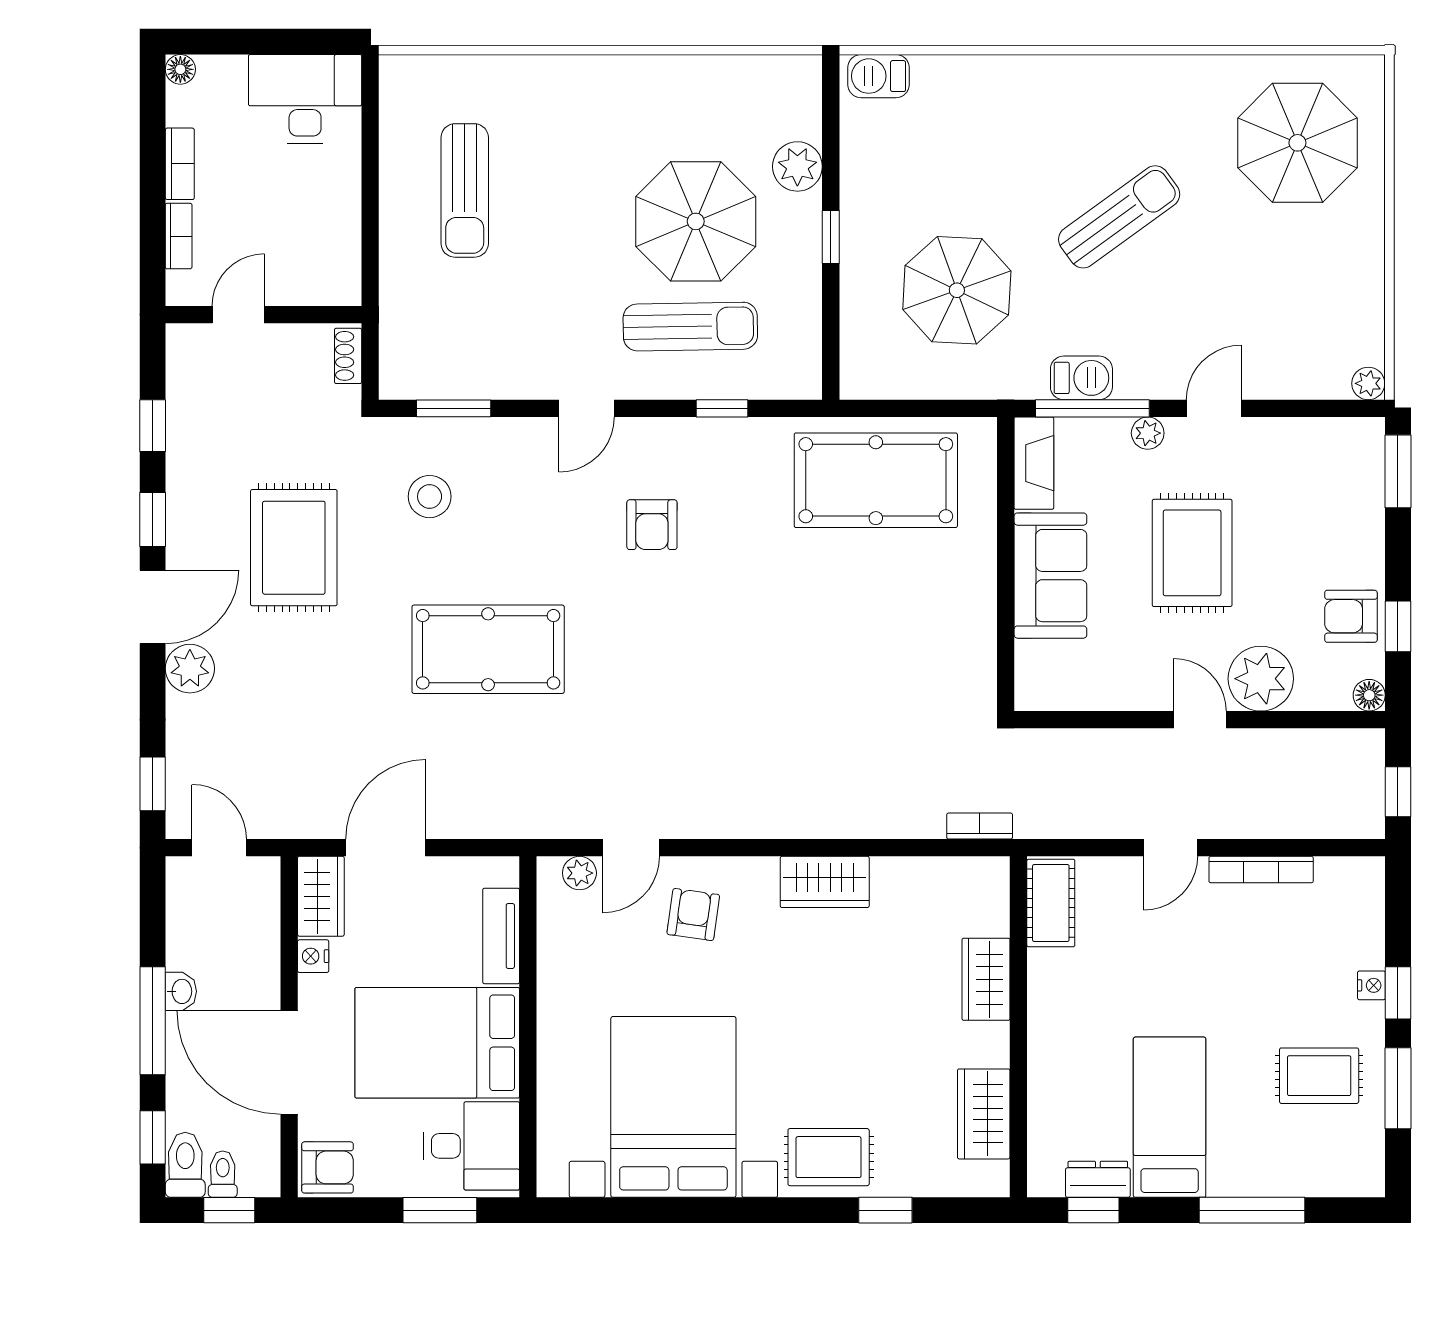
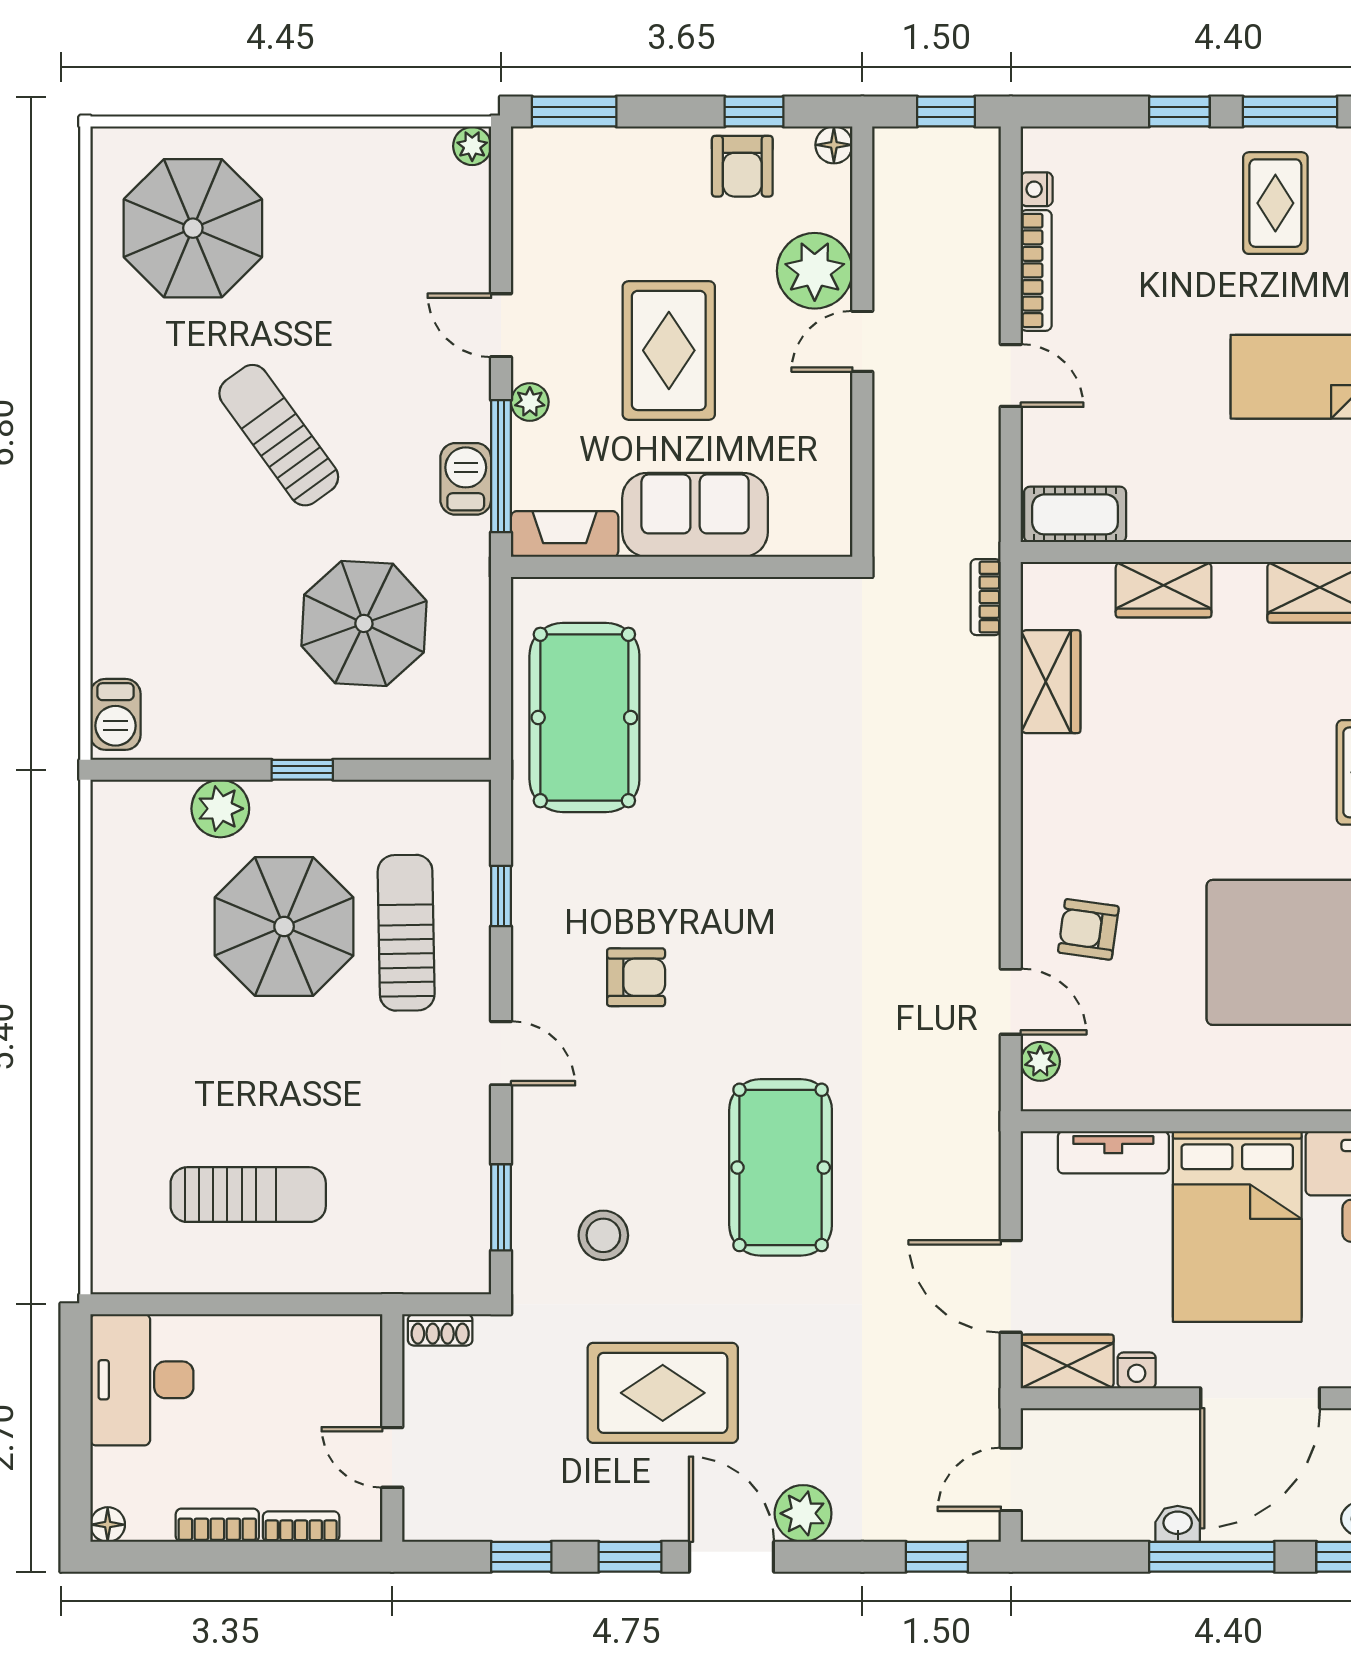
rug: (1192, 553) -> (669, 350), turned 90
wardrobe: (825, 882) -> (1051, 682), moved
nightstand: (1371, 985) -> (1037, 189), moved, turned -90

